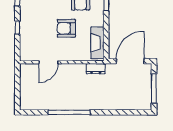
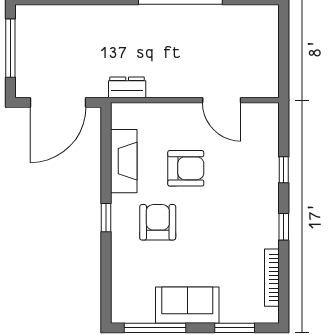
fireplace: (97, 43) -> (124, 161), moved
door: (49, 62) -> (222, 100), swing flipped

